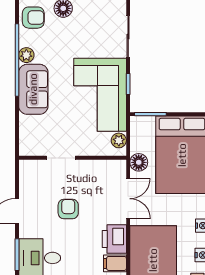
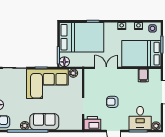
floor lamp: (139, 162) -> (64, 62), moved
printer: (114, 239) -> (92, 123), moved, turned 180

